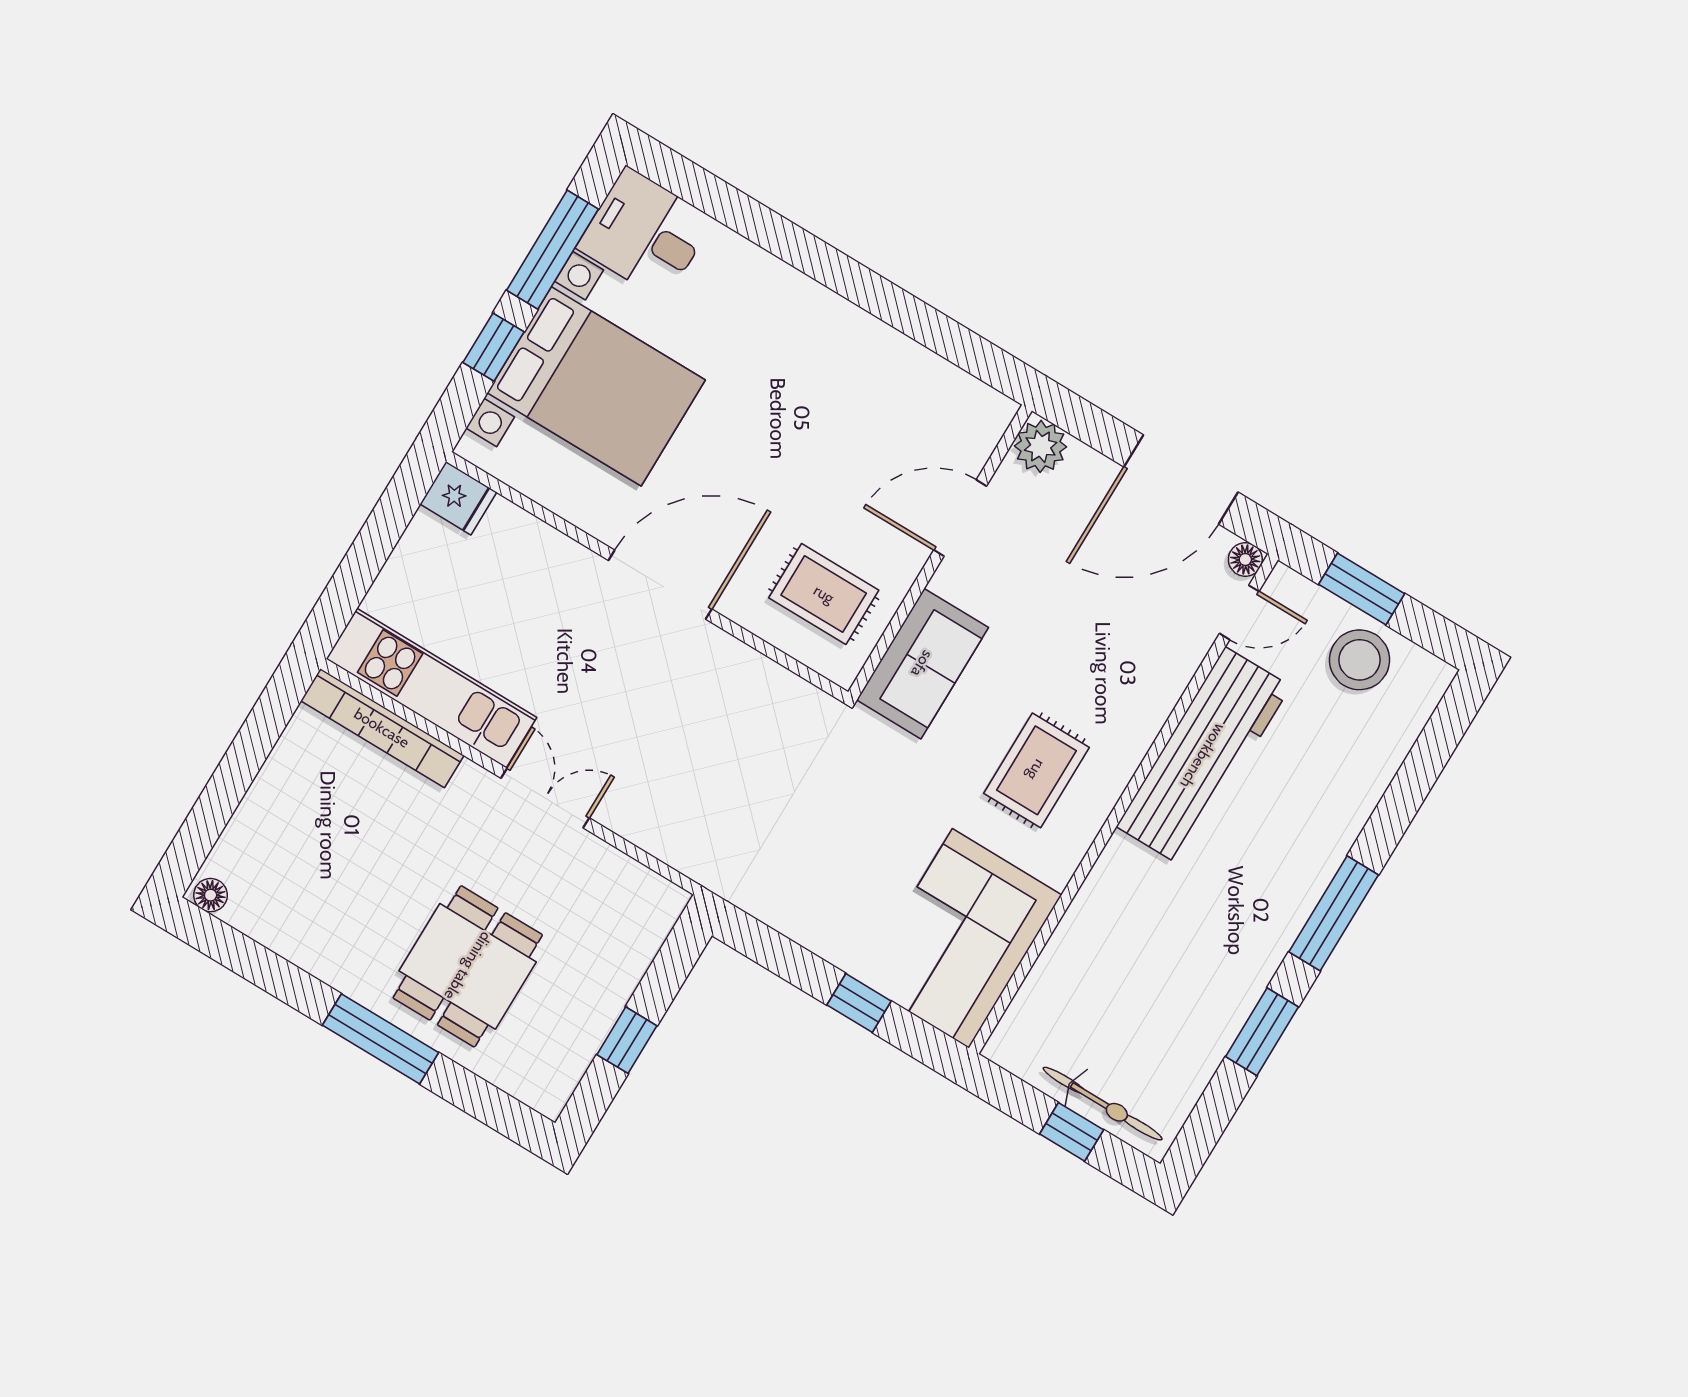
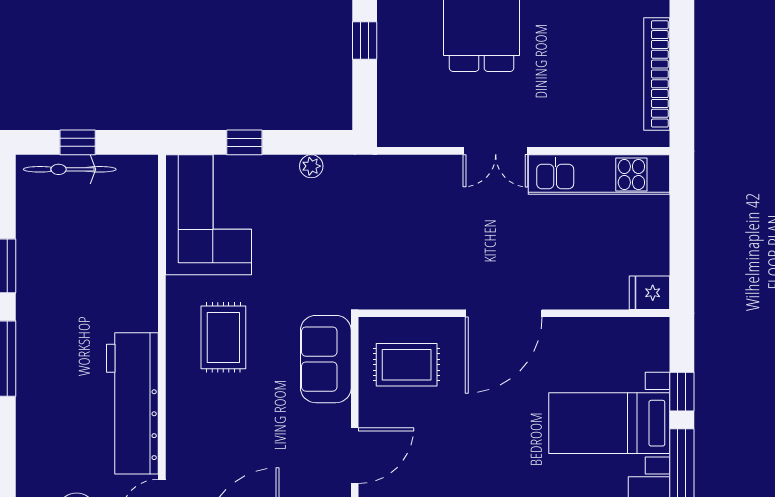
bed with nightstands: (596, 386) -> (609, 423), width x0.73
bookcase: (382, 728) -> (657, 74), moved, turned -90
plant: (792, 921) -> (311, 166), added

